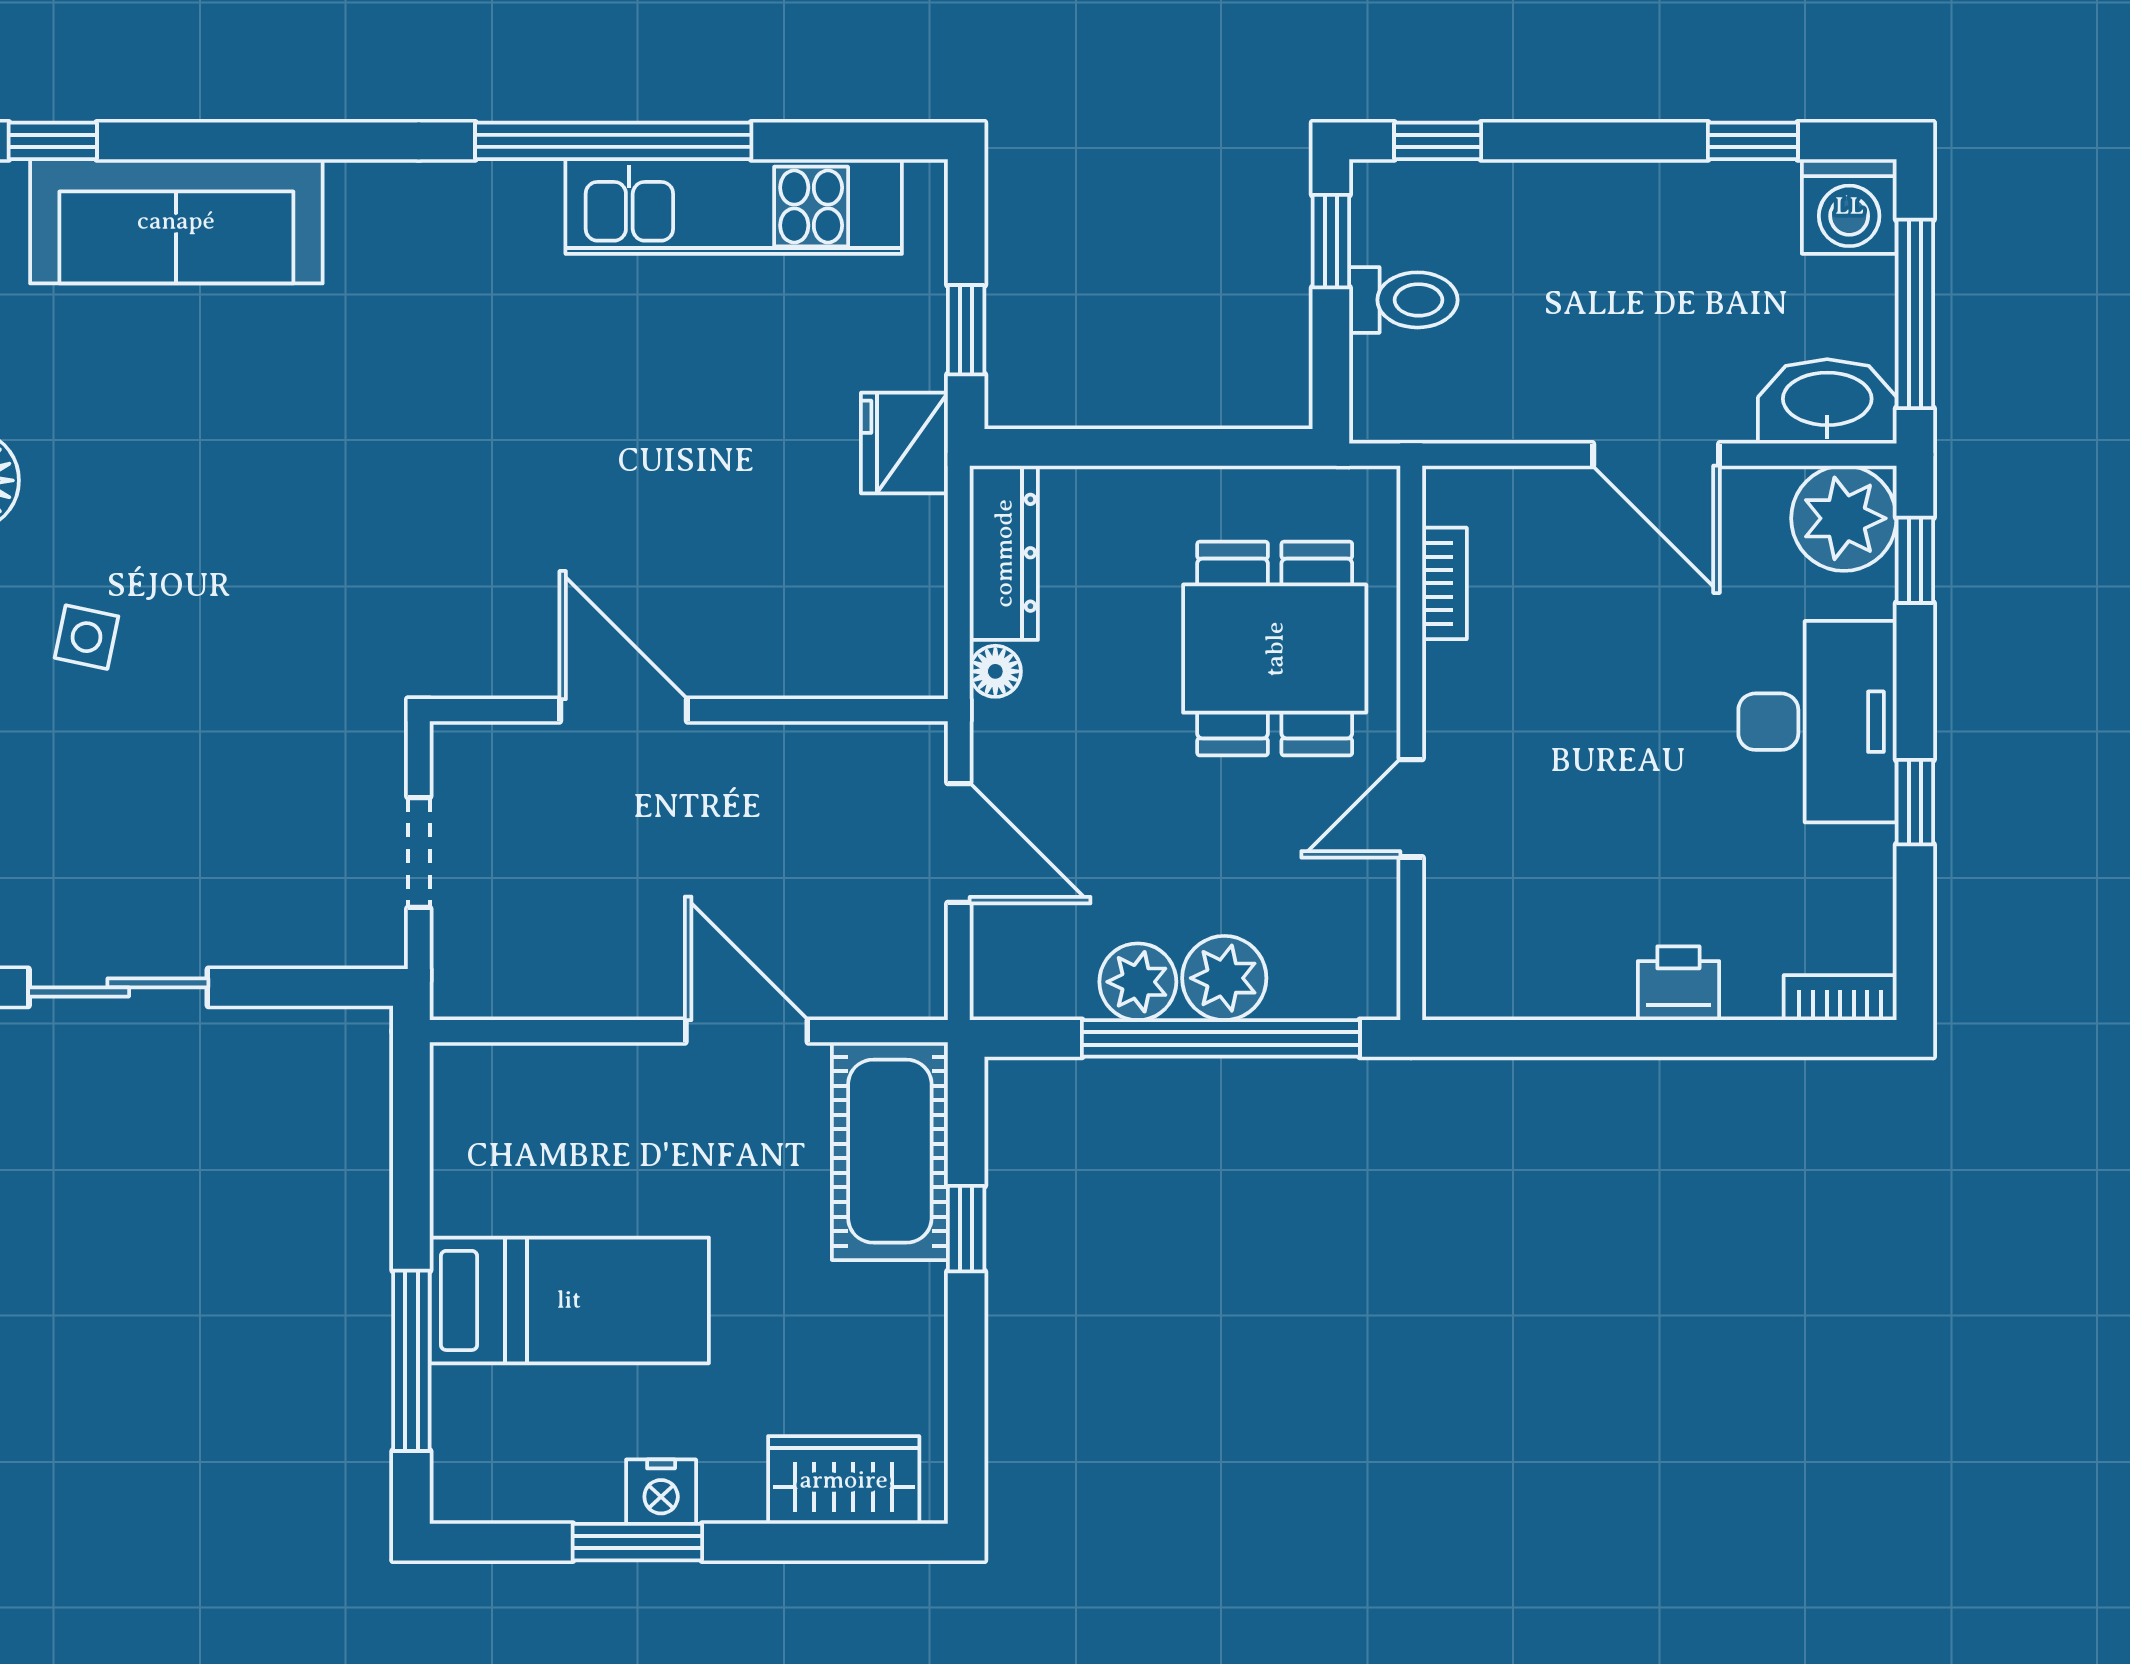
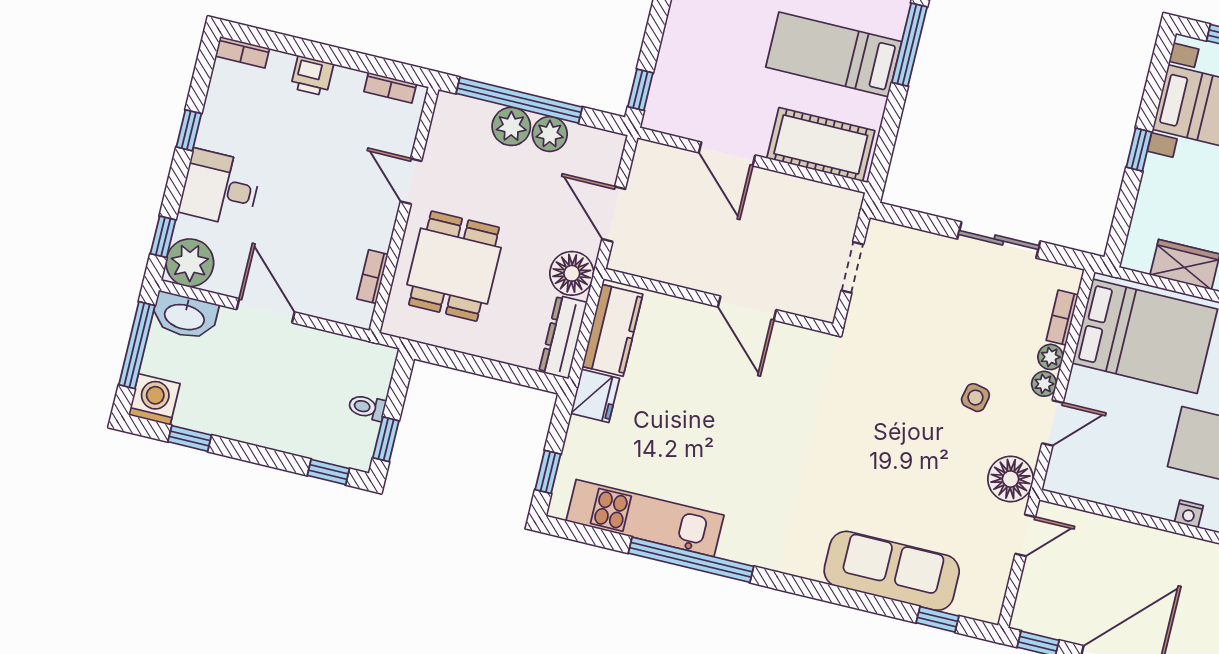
toilet: (1403, 300) -> (367, 407), width x0.73, depth x0.72
window: (966, 330) -> (548, 472), moved
kitchen counter: (901, 593) -> (612, 330), added
floor lamp: (995, 671) -> (572, 273), width x1.89, depth x1.89
desk: (1817, 722) -> (220, 188), width x0.73
door: (1411, 808) -> (411, 181), swing flipped
bookcase: (1504, 998) -> (390, 88), added
cot: (890, 1151) -> (821, 144), moved, turned 90
window: (966, 1229) -> (640, 90), moved

